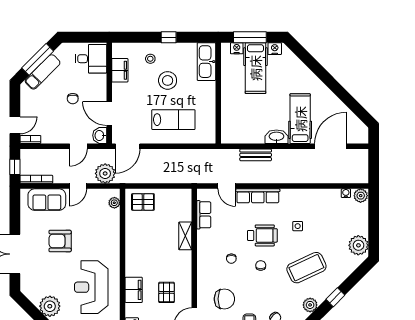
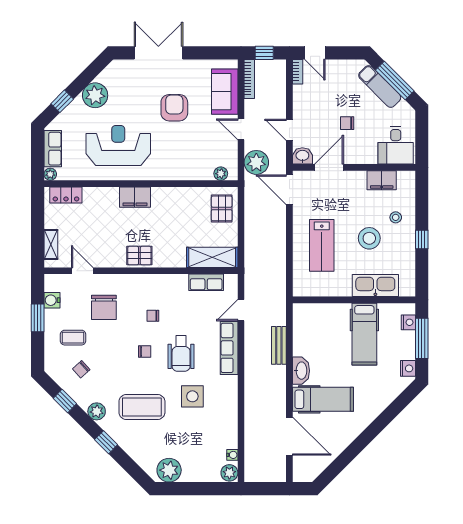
kitchen sink: (206, 62) -> (375, 285), moved
hospital bed: (255, 68) -> (364, 334), moved, turned -90
side table: (298, 226) -> (192, 396), width x1.87, depth x1.87
shelving: (185, 236) -> (212, 257), moved, width x1.50, depth x1.33
coffee table: (306, 268) -> (142, 407), turned -65
filing cabinet: (134, 290) -> (135, 197), moved
pallet: (167, 292) -> (139, 256), moved

